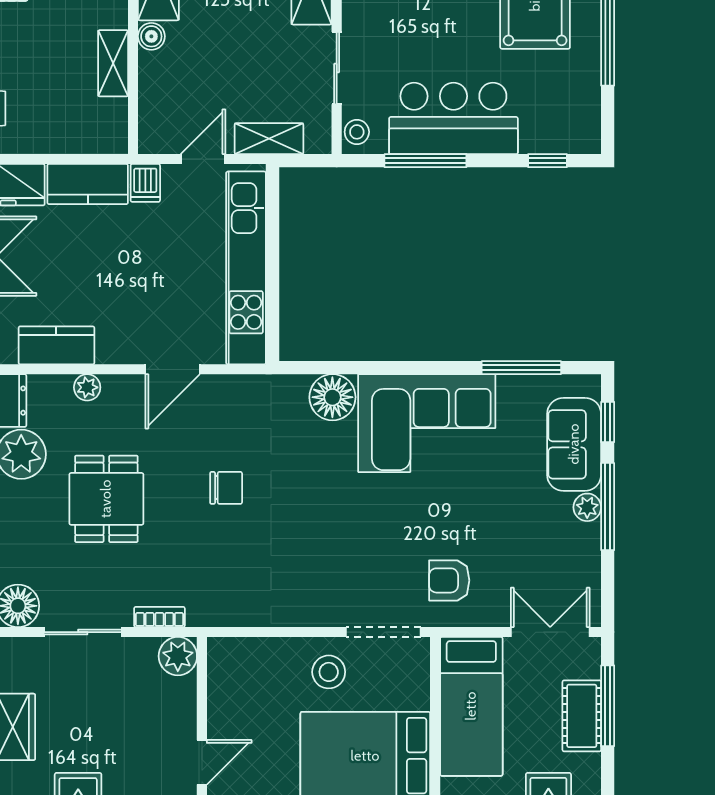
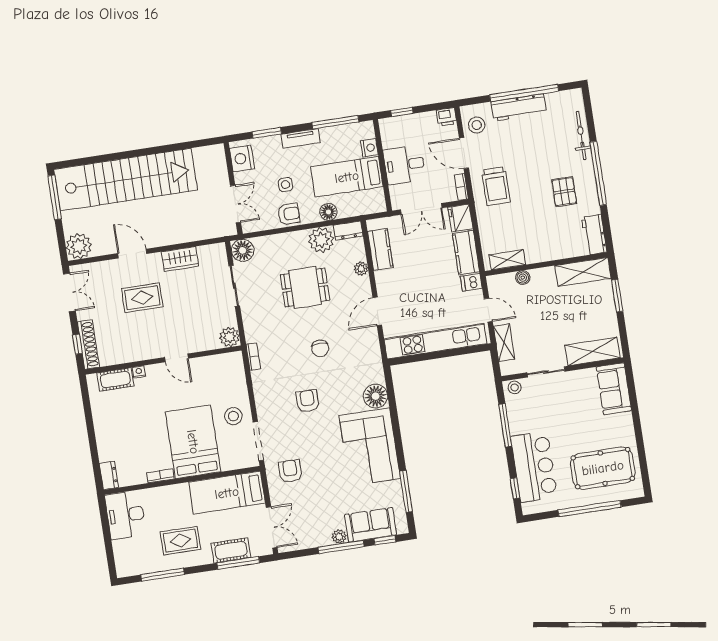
boiler: (151, 36) -> (523, 278), moved
shelving: (113, 63) -> (507, 260), moved
bar counter: (453, 118) -> (534, 467), moved
door: (173, 369) -> (377, 311), hinge flipped
armchair: (322, 527) -> (308, 401), added
bookcase: (159, 617) -> (253, 357), moved

